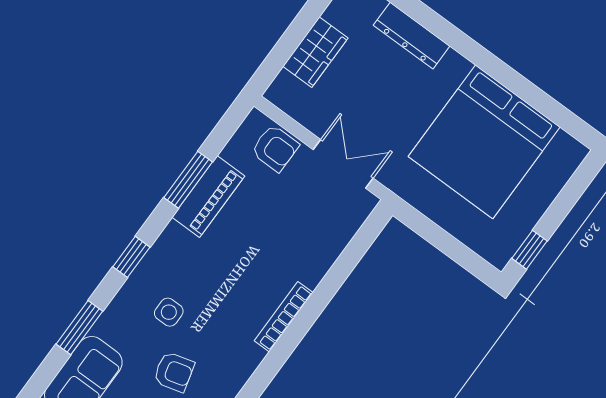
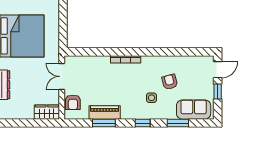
wardrobe: (315, 52) -> (47, 112), moved
armchair: (275, 148) -> (73, 102), turned 180

